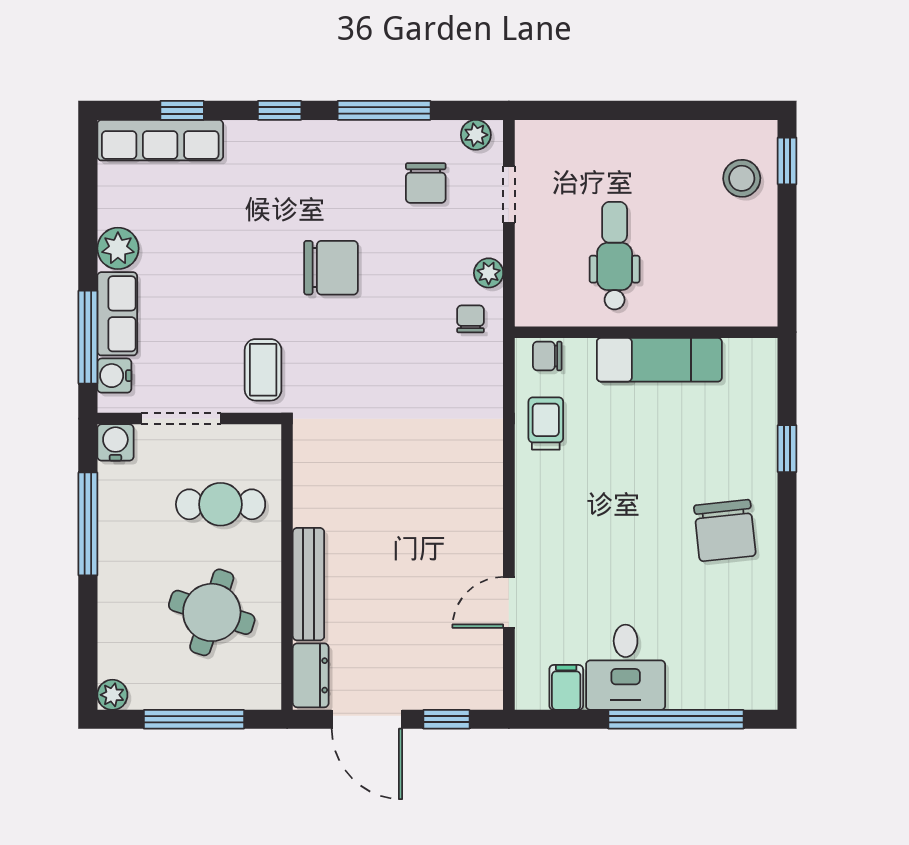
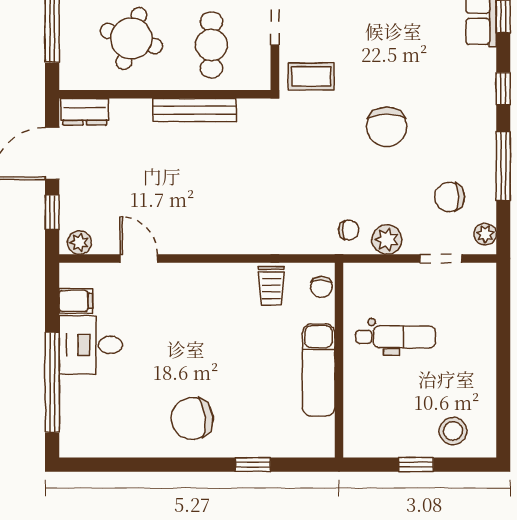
window: (787, 161) -> (416, 465), moved
plant: (489, 273) -> (387, 239), width x1.38, depth x1.38
chair: (547, 356) -> (321, 287), turned 180
trolley: (546, 423) -> (271, 286), turned 90
bench: (308, 584) -> (195, 110), moved
plant: (487, 683) -> (79, 243), added

